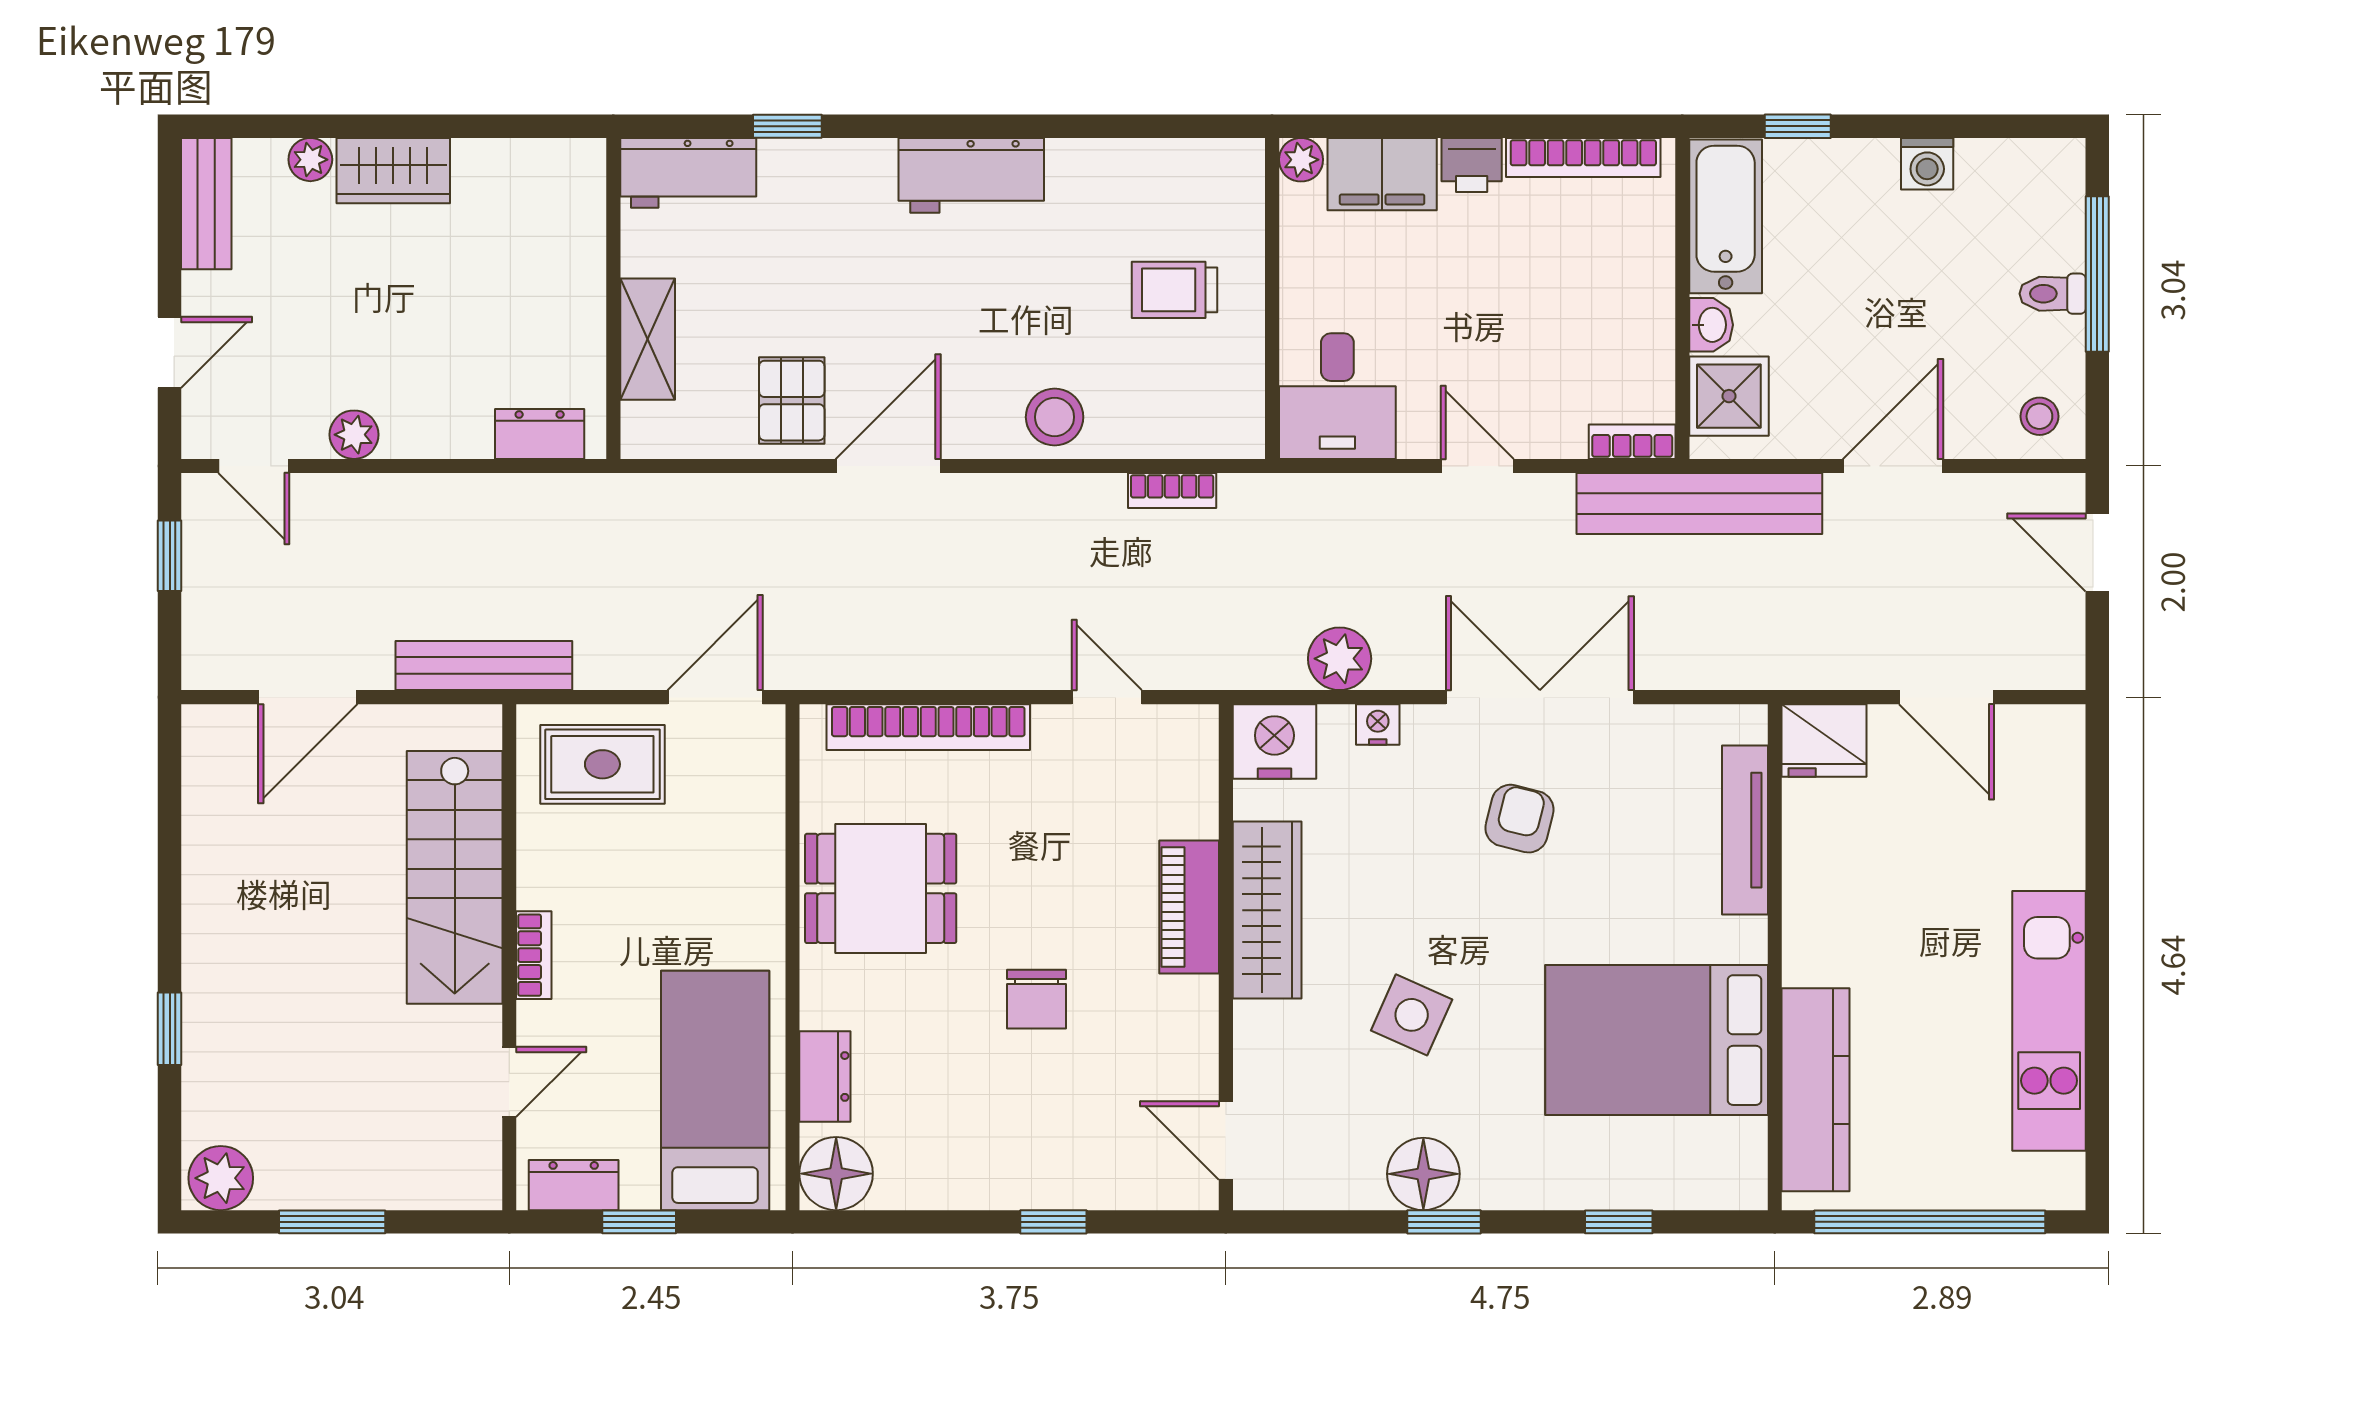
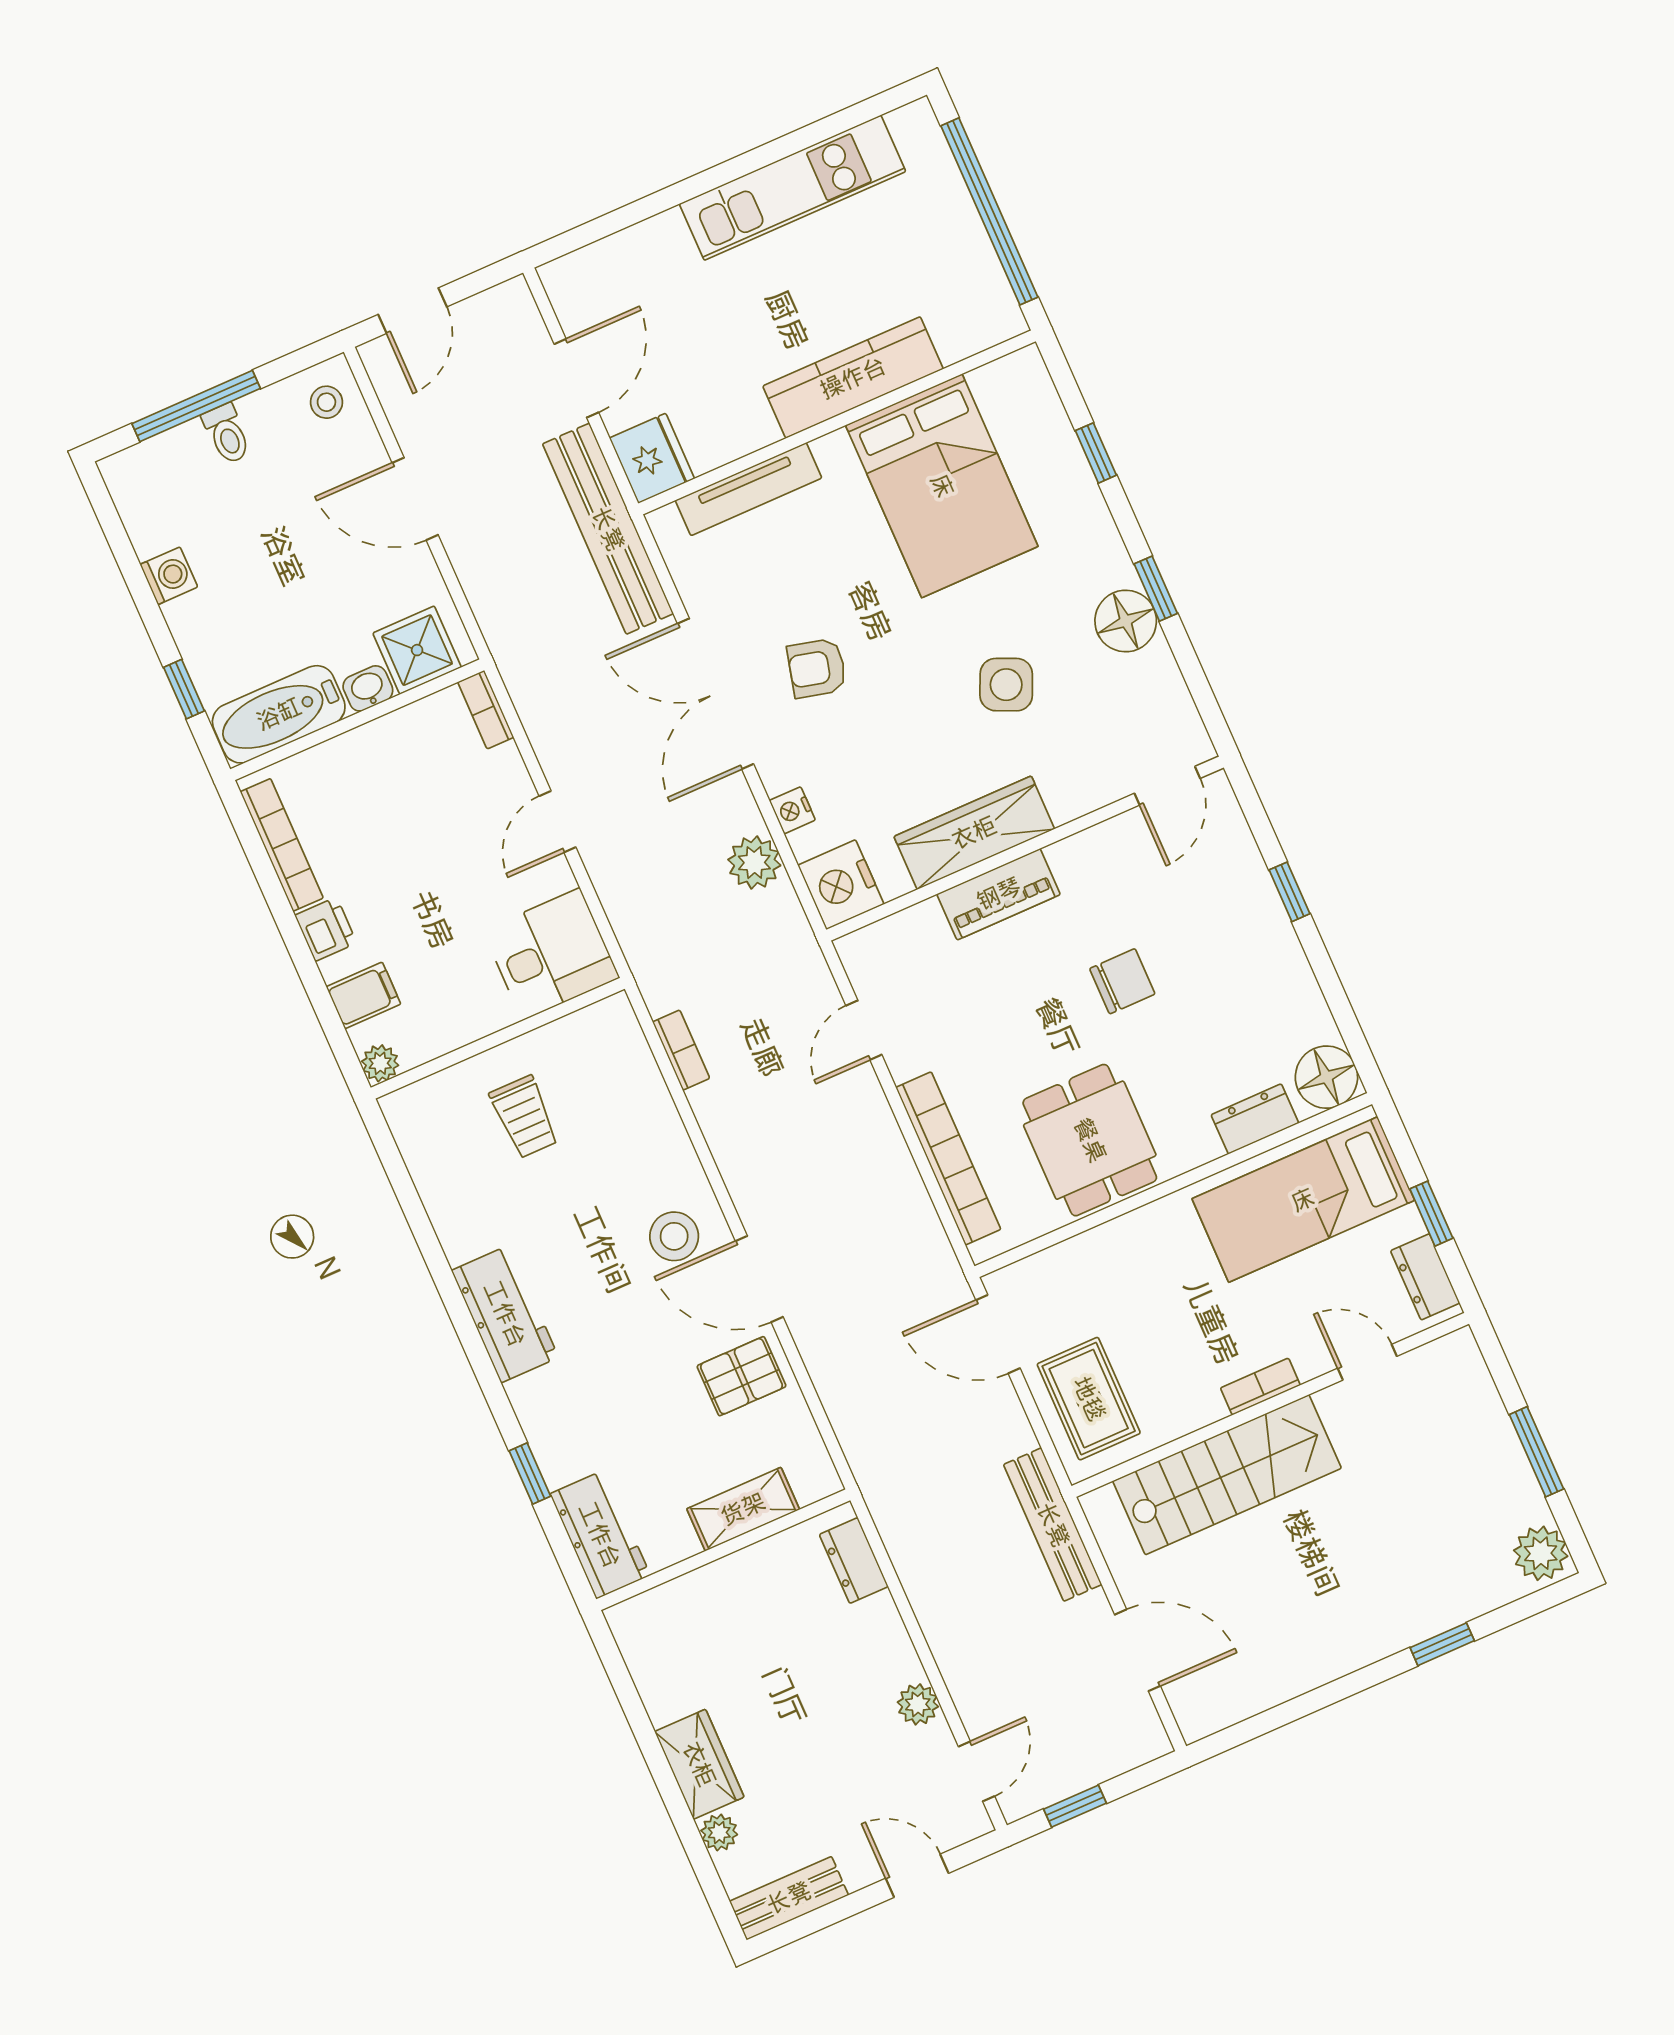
filing cabinet: (1382, 174) -> (364, 995), width x0.50
stool: (1055, 417) -> (674, 1236), moved
bench: (1699, 503) -> (608, 529), moved
kitchen counter: (1816, 1090) -> (853, 378), moved

